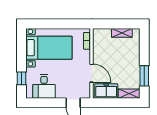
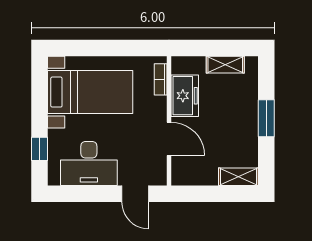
window: (144, 76) -> (266, 118), moved
desk: (44, 86) -> (89, 163), width x1.37
freezer: (106, 91) -> (185, 96), moved, turned 90

